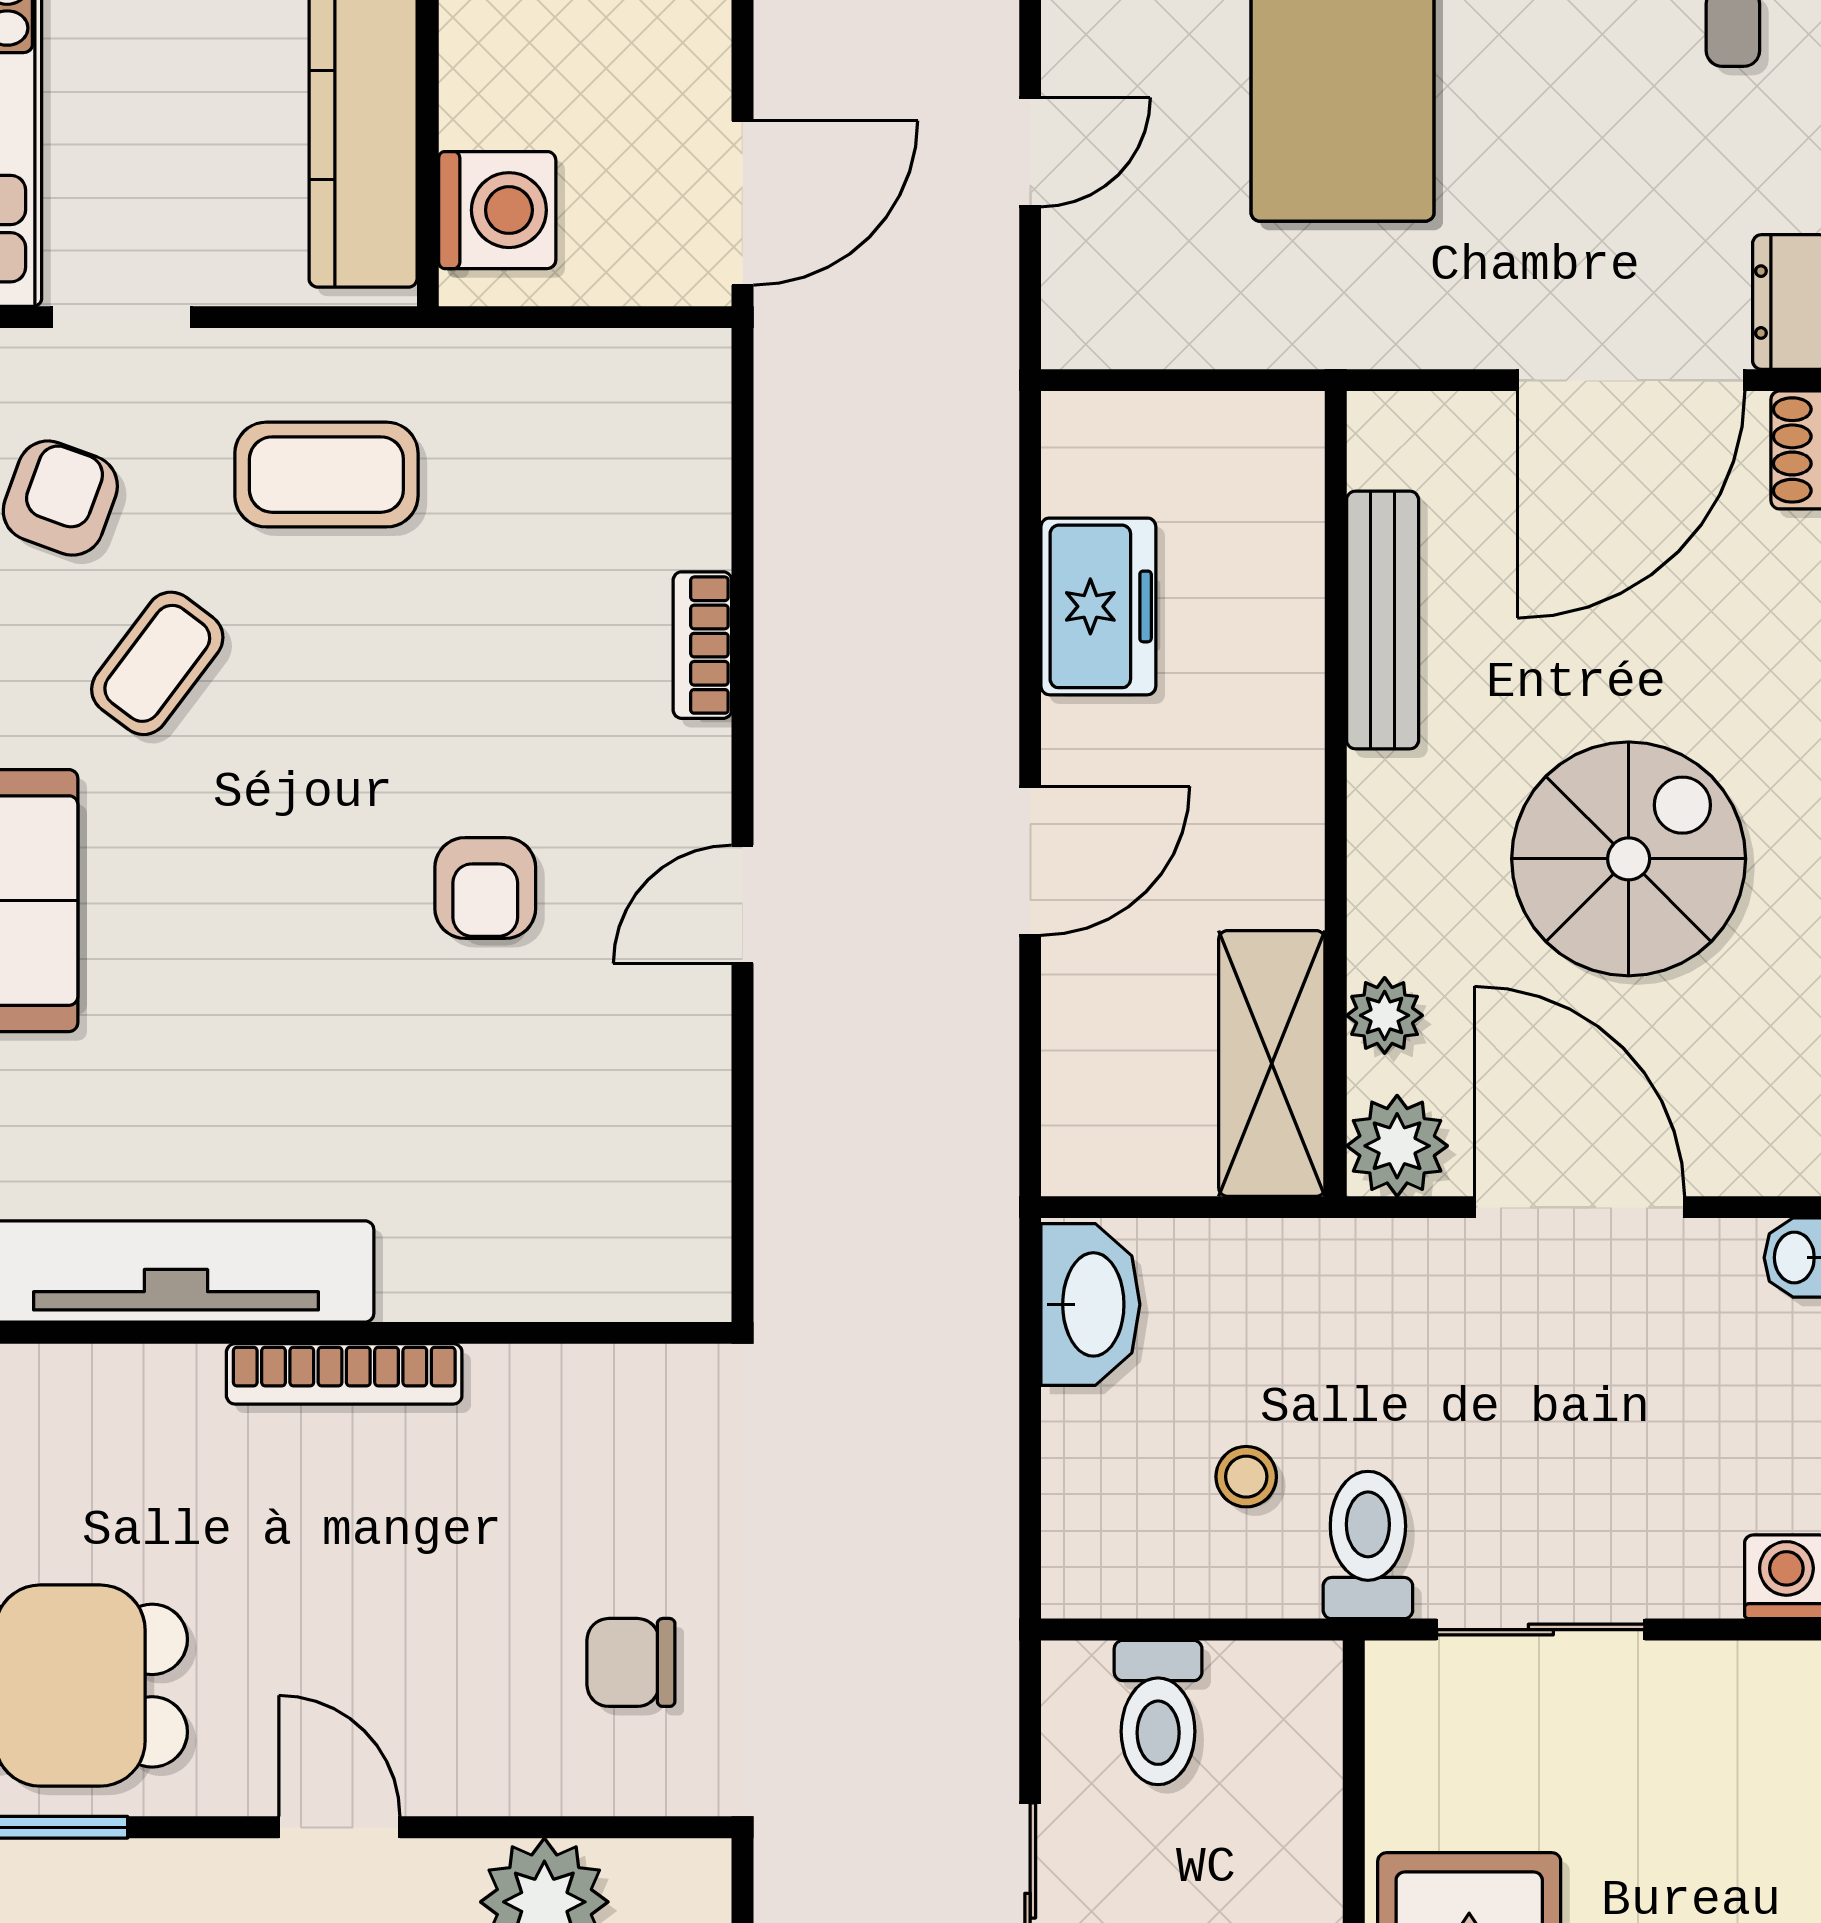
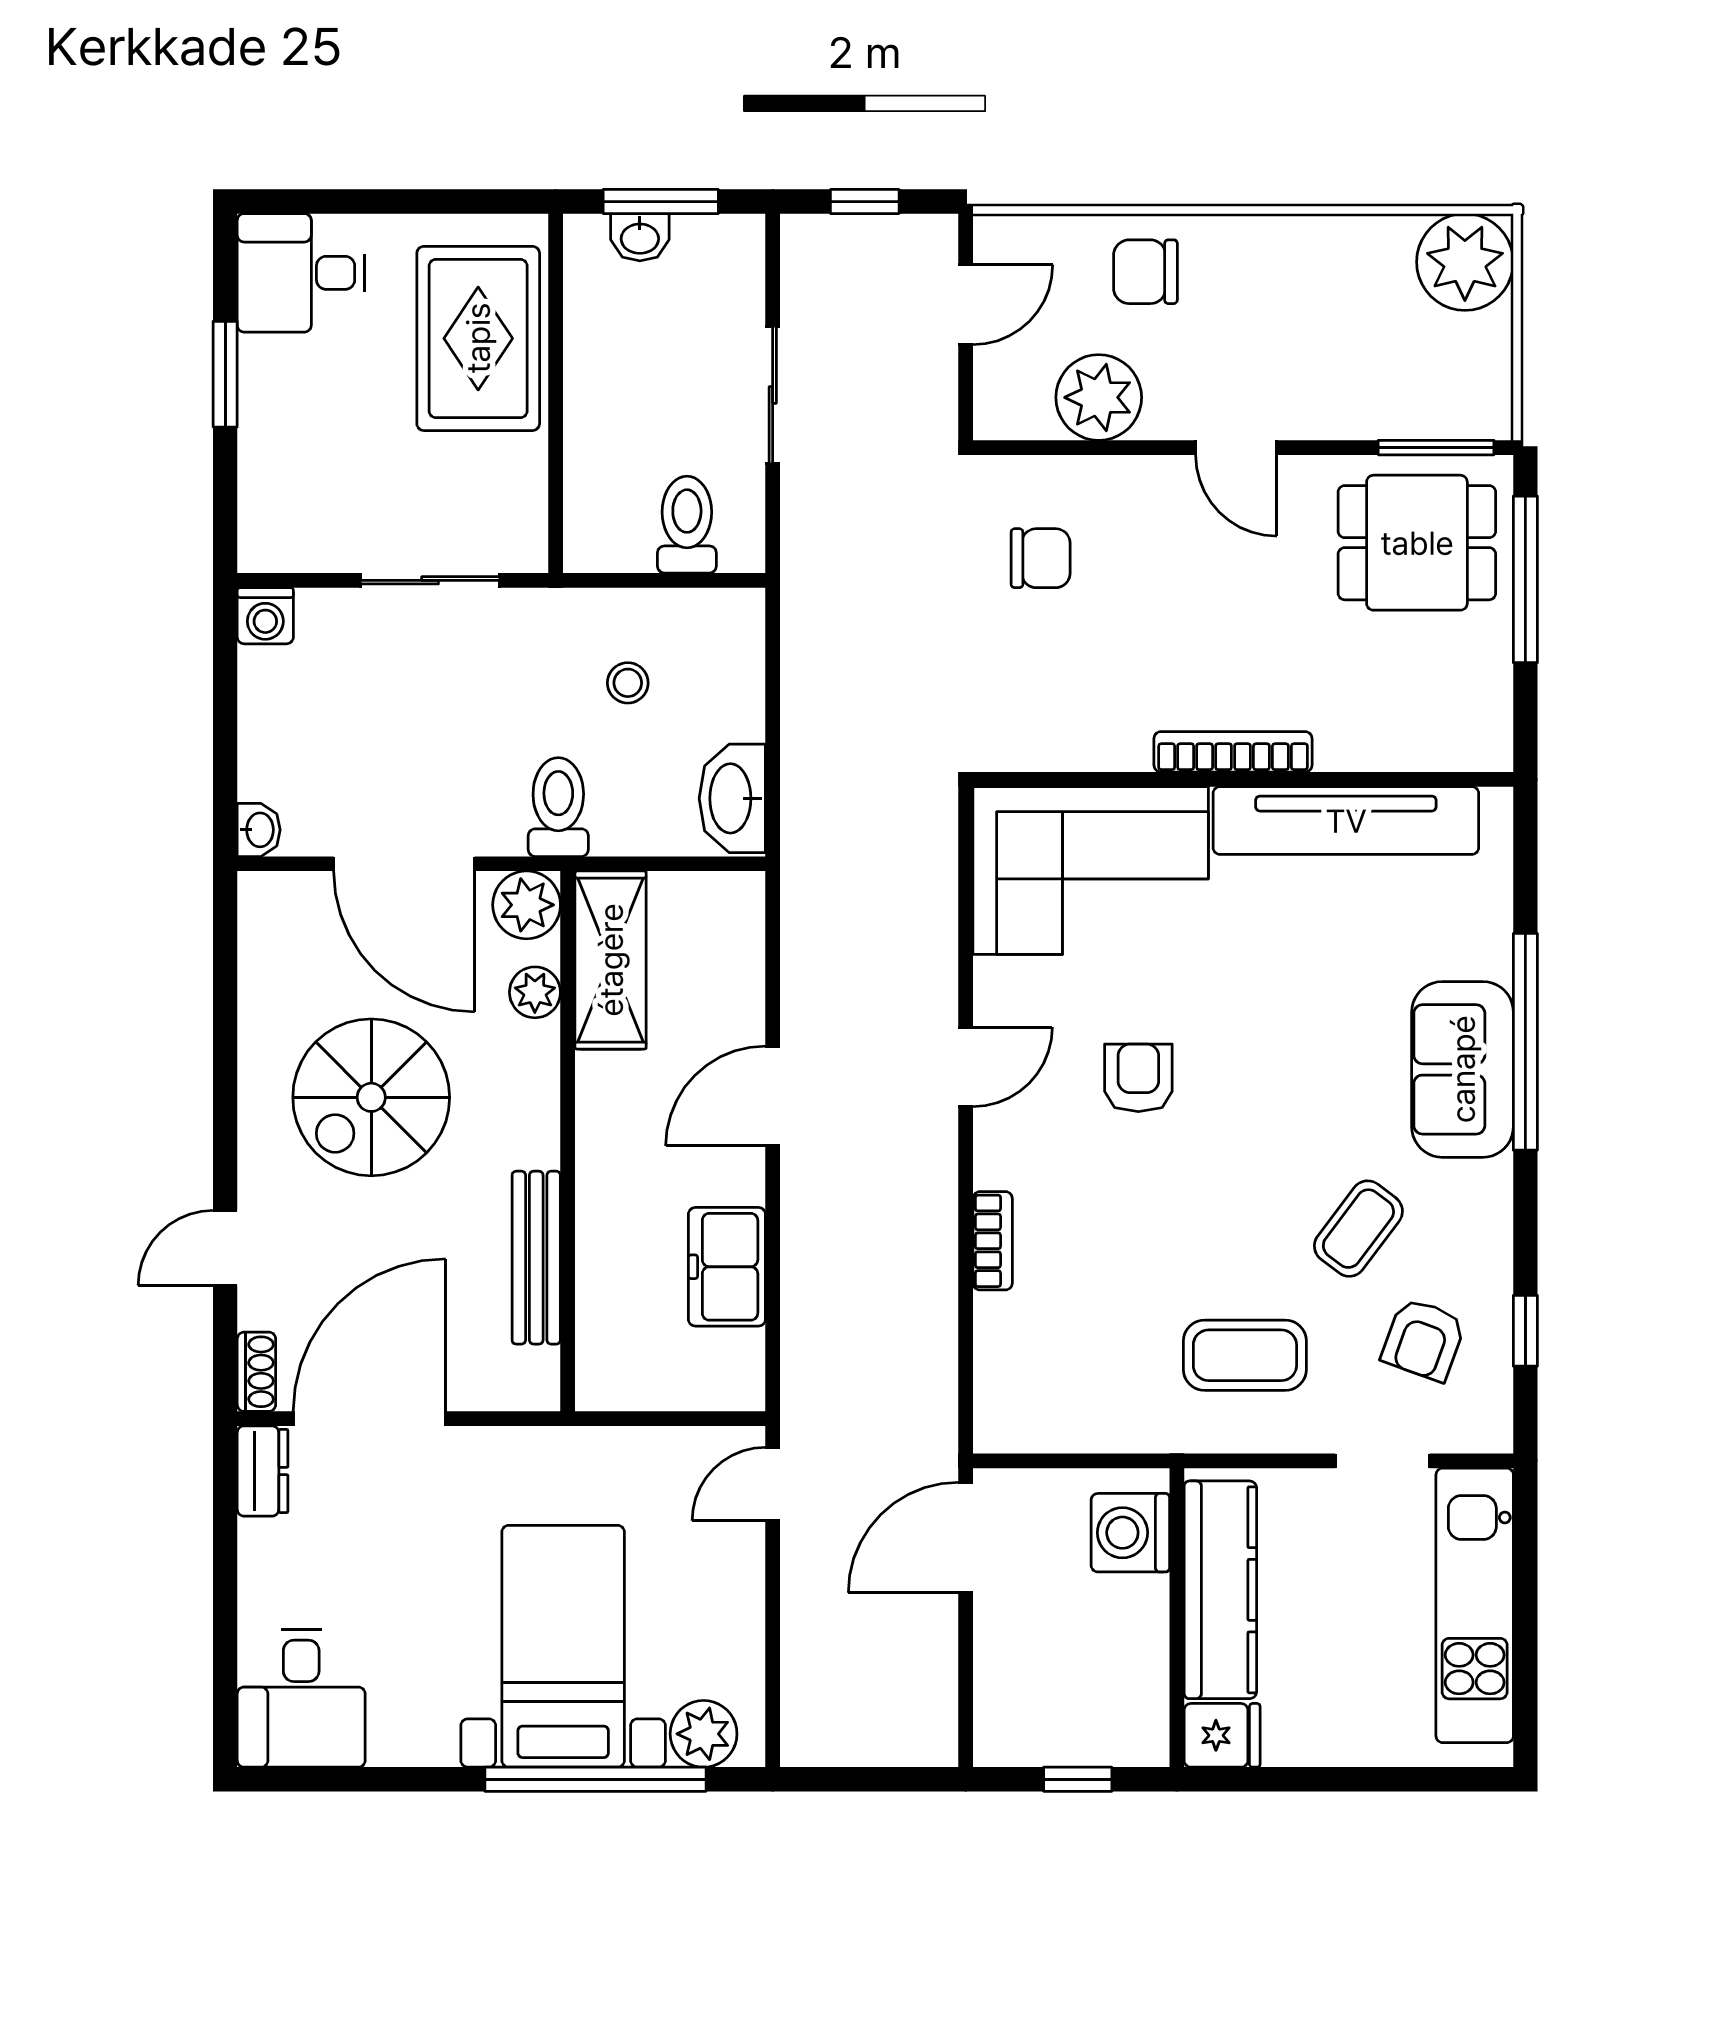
door: (1030, 152) -> (773, 1484), moved
corner sofa: (556, 1197) -> (1091, 871), added
toilet: (1368, 1545) -> (558, 807), moved, turned 180

